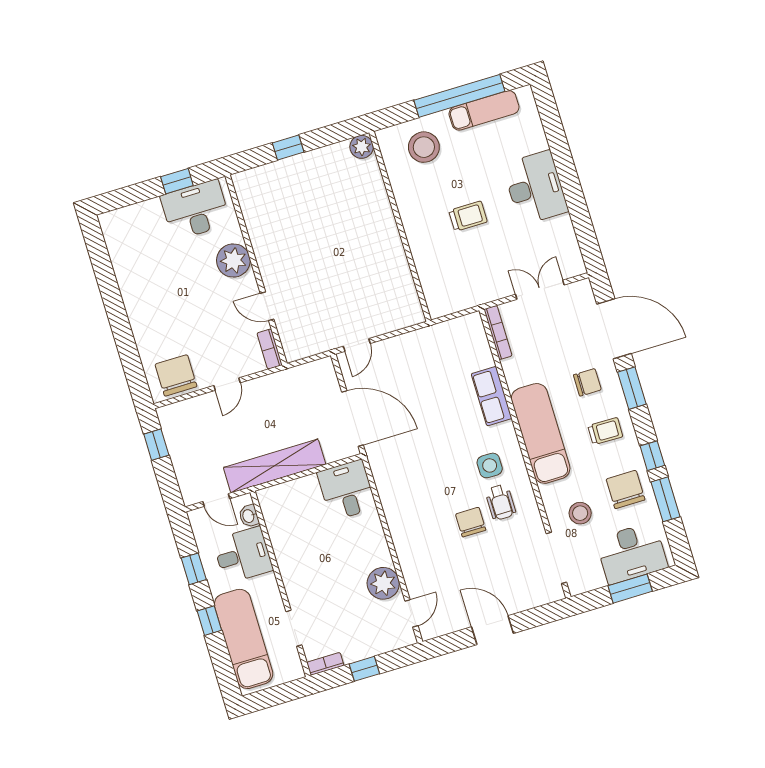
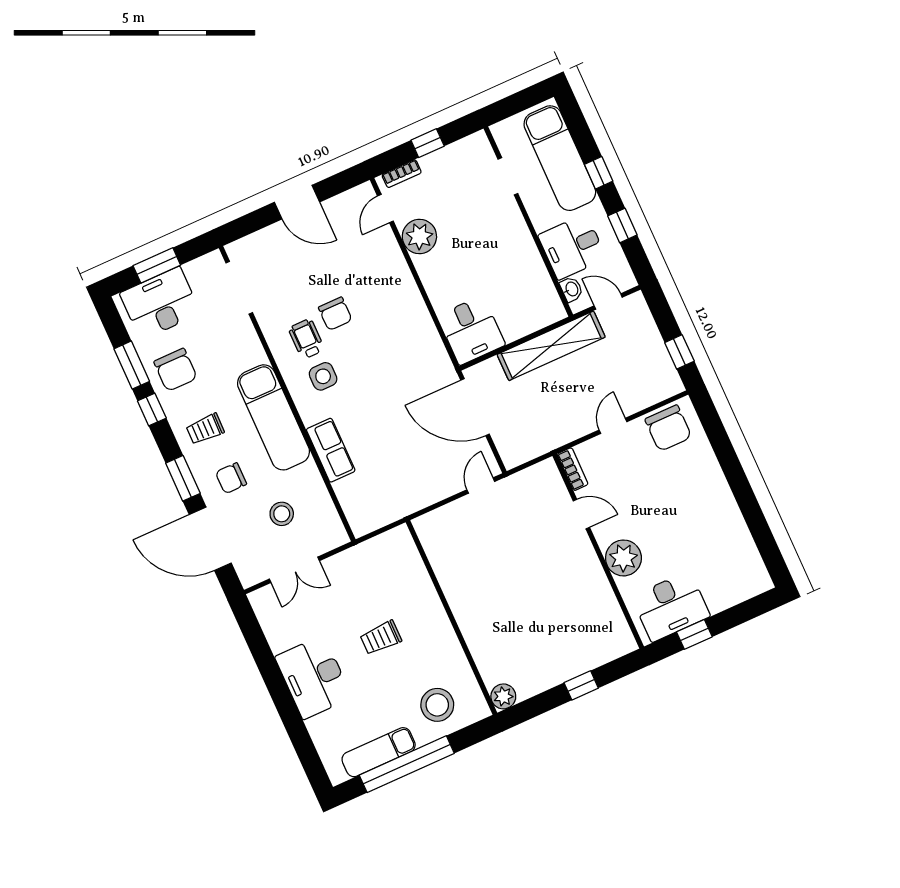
bookcase: (498, 332) -> (333, 519), removed
stool: (580, 513) -> (282, 514), moved
bookcase: (325, 664) -> (402, 174), moved

